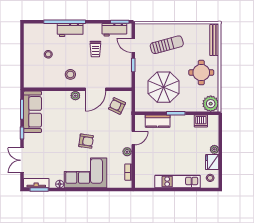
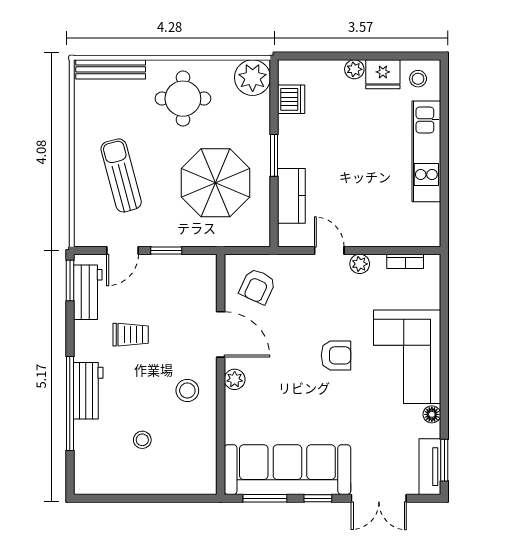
sofa: (32, 112) -> (287, 470), width x1.36, depth x1.27
armchair: (86, 141) -> (336, 355), turned 82

